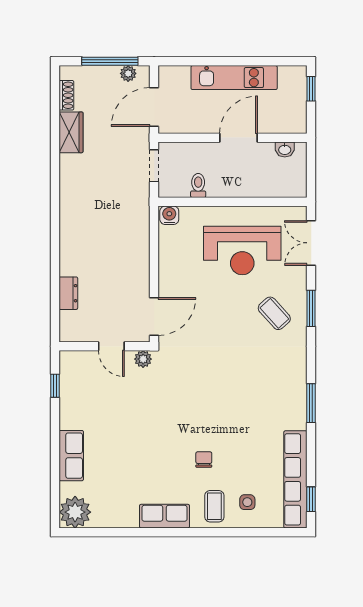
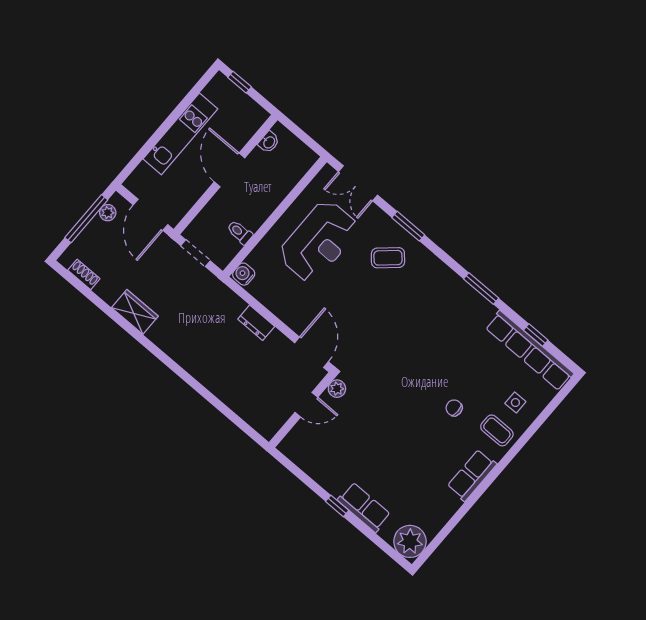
wardrobe: (71, 132) -> (135, 312), moved
dresser: (68, 293) -> (256, 323), moved, turned 180
window: (55, 386) -> (337, 506), moved
window: (311, 499) -> (536, 335), moved

